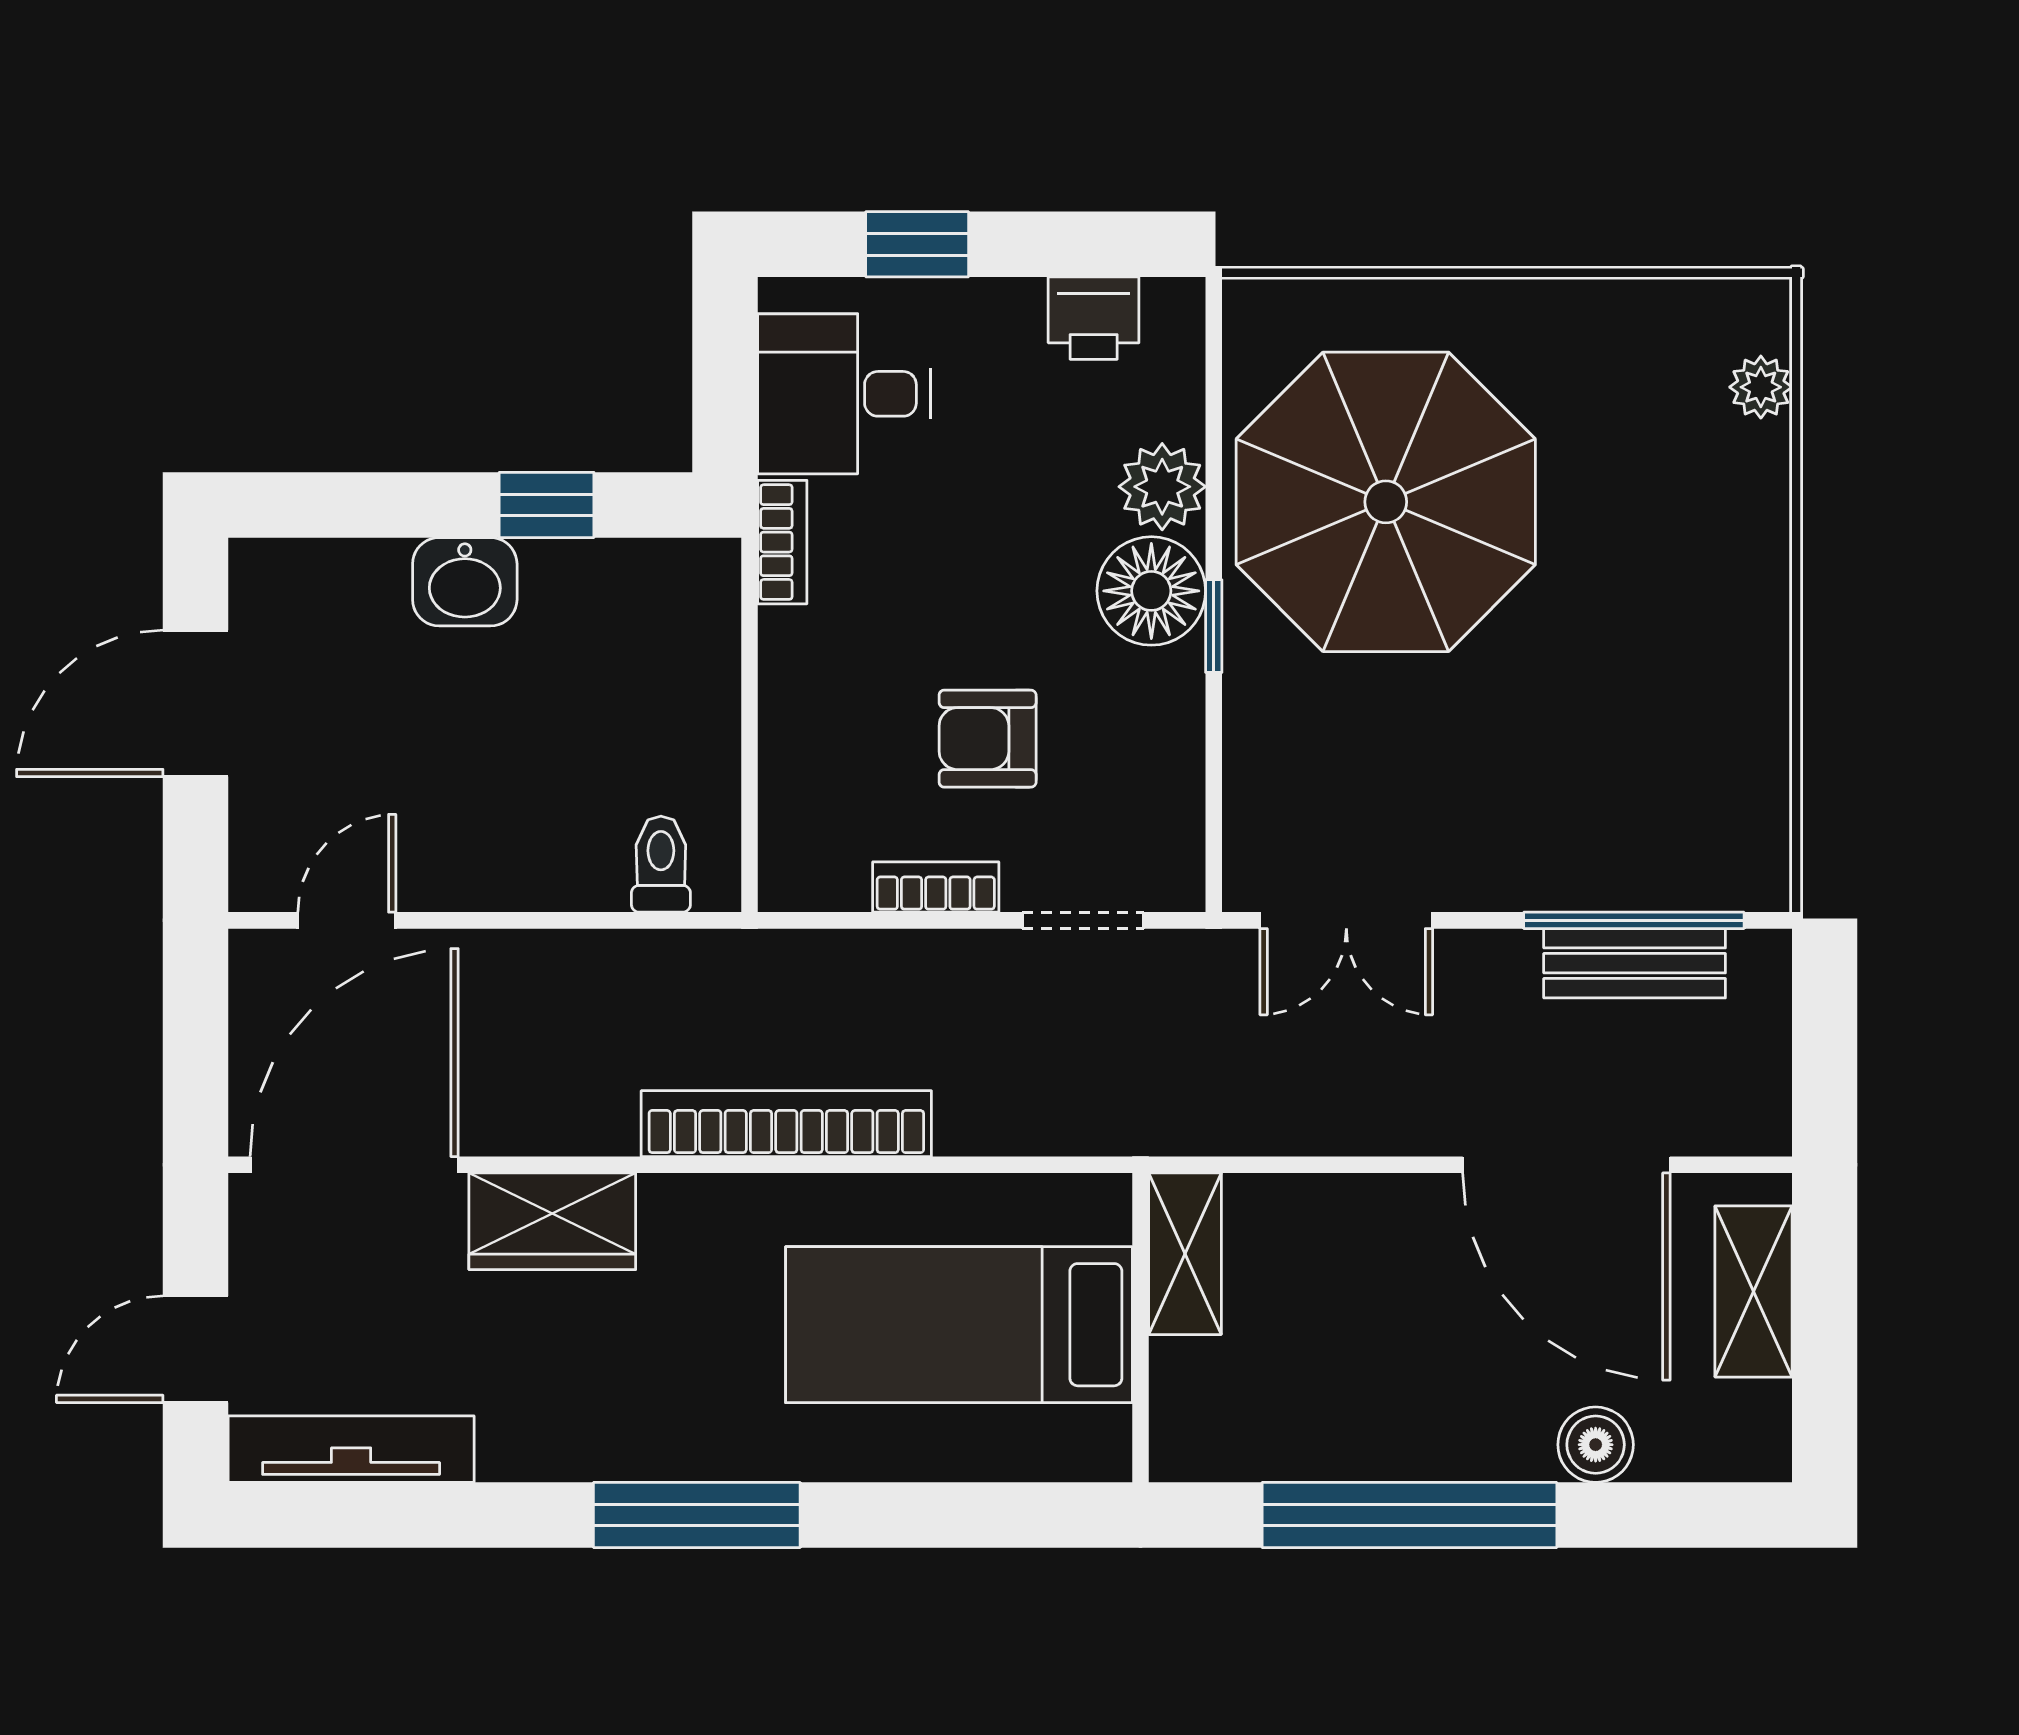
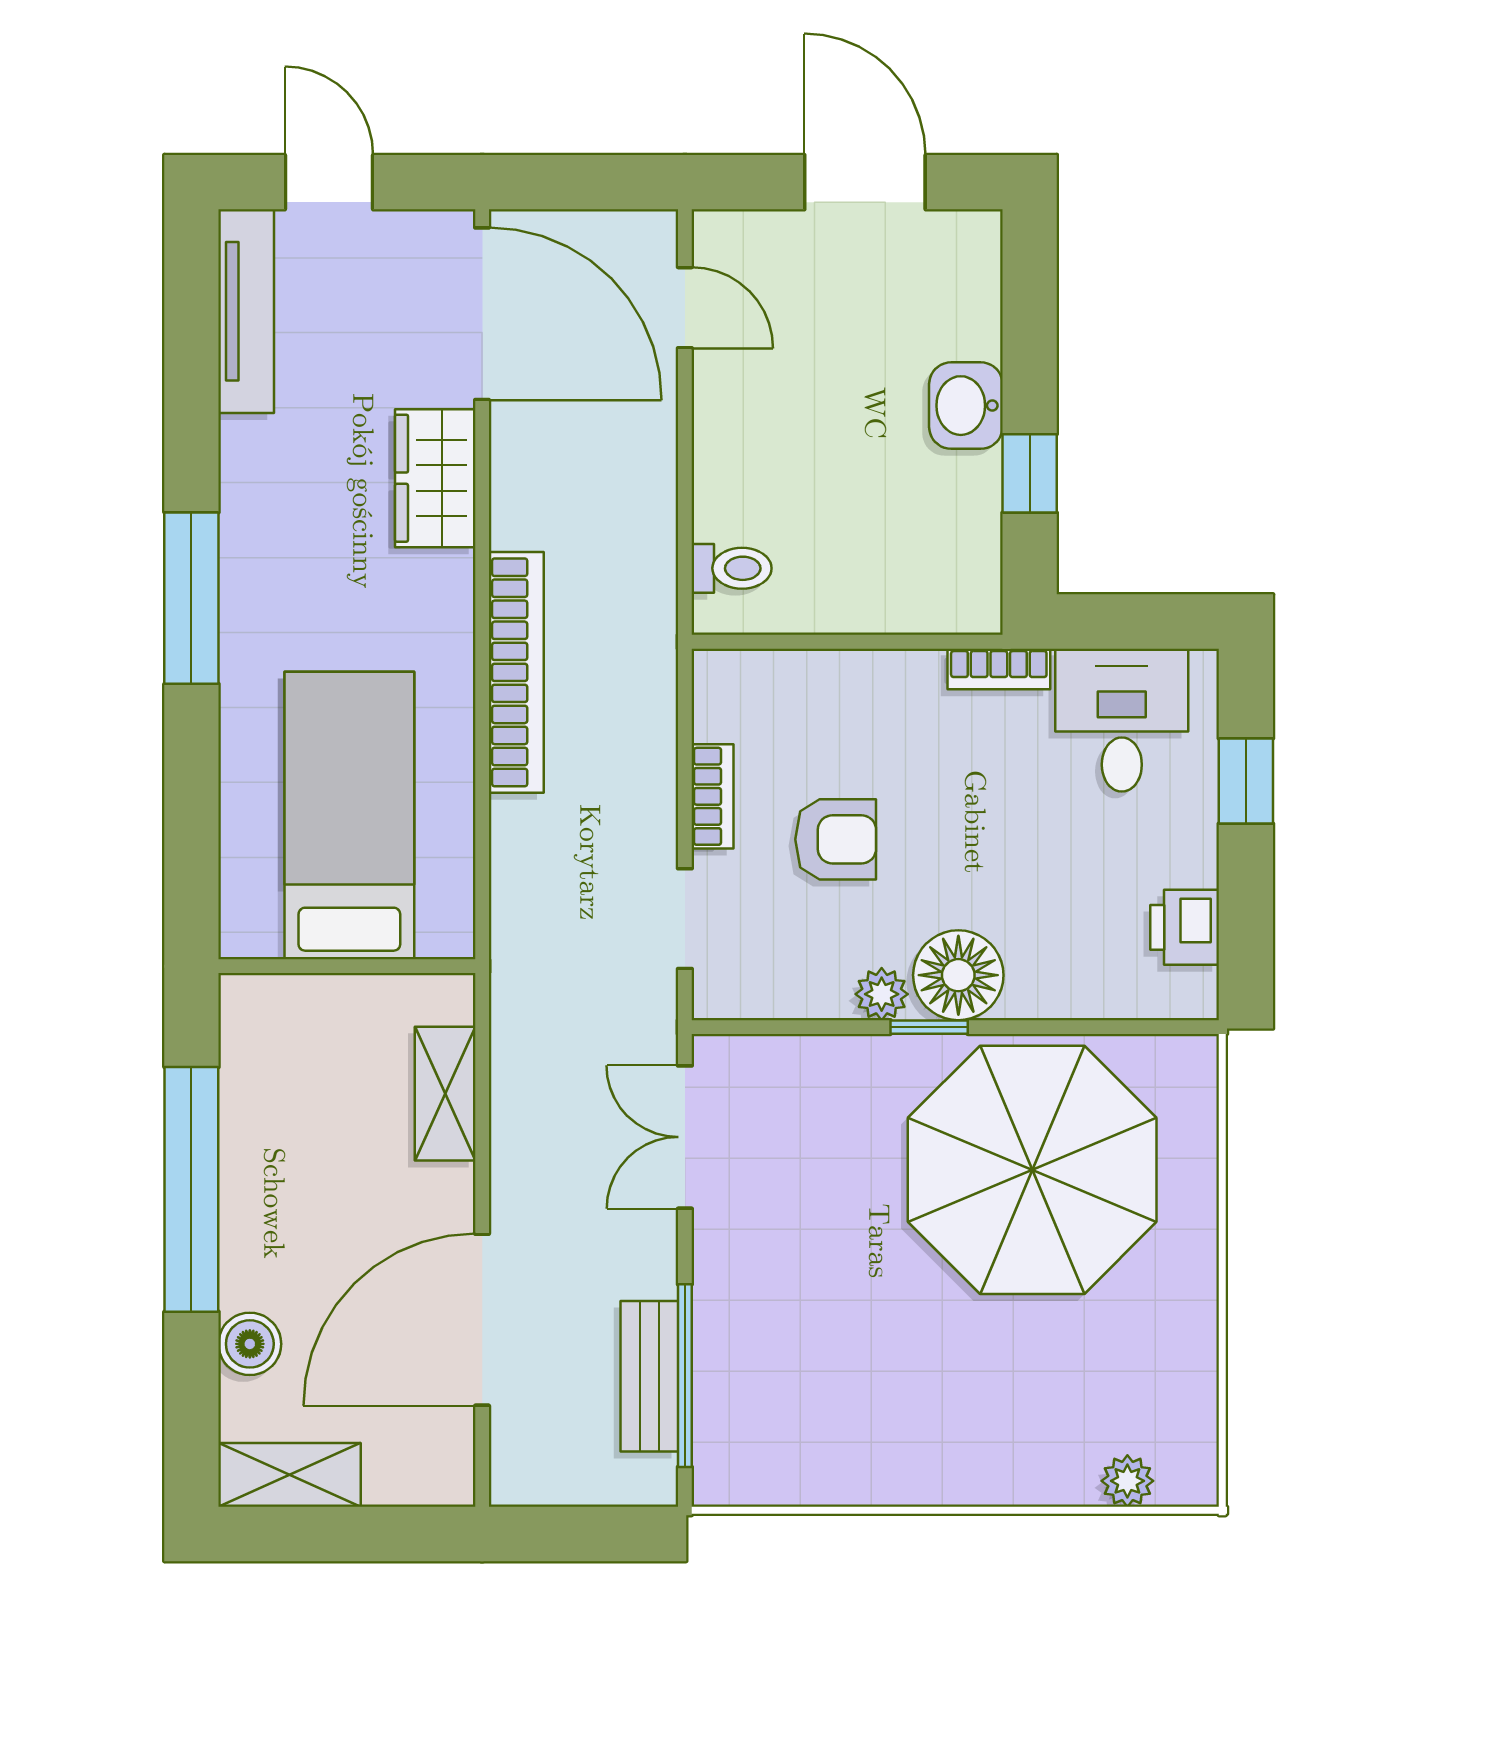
plant: (1162, 487) -> (882, 994), moved, width x0.73, depth x0.73
armchair: (988, 739) -> (836, 839), turned 90
shelving: (1185, 1254) -> (445, 1094), moved, turned 90
shelving: (1754, 1291) -> (290, 1475), moved

